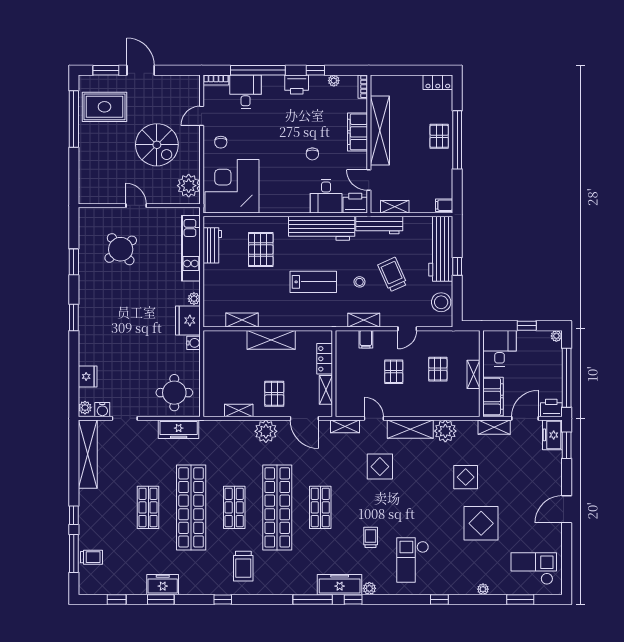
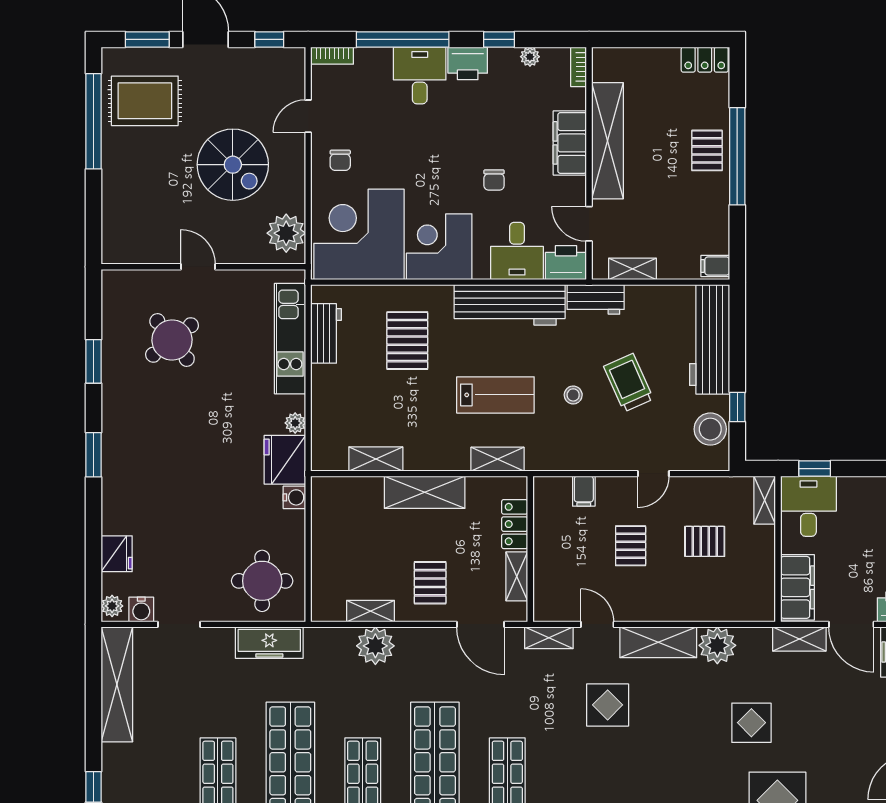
window: (179, 70) -> (269, 39), added
desk: (246, 92) -> (420, 75), moved
corner desk: (280, 194) -> (439, 247), added
workbench: (379, 225) -> (596, 299), width x0.73
window: (457, 266) -> (737, 407), moved
shelving: (364, 320) -> (498, 459), moved
window: (527, 326) -> (815, 469), moved
pallet: (438, 369) -> (705, 541), turned 90
shelving: (474, 374) -> (765, 500), moved
door: (525, 418) -> (851, 624), swing flipped
plant: (266, 431) -> (375, 646), moved

